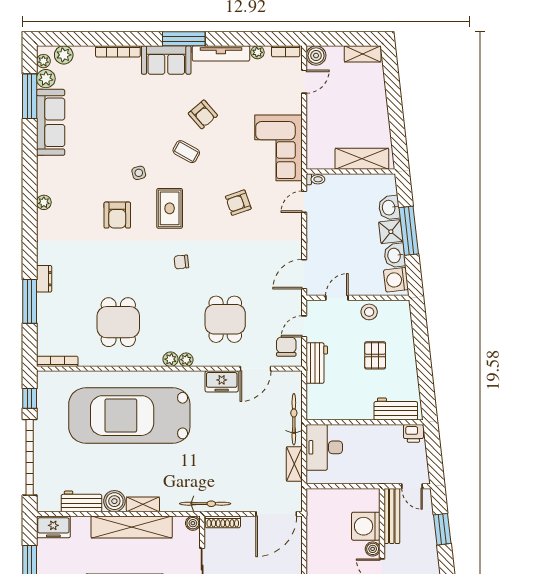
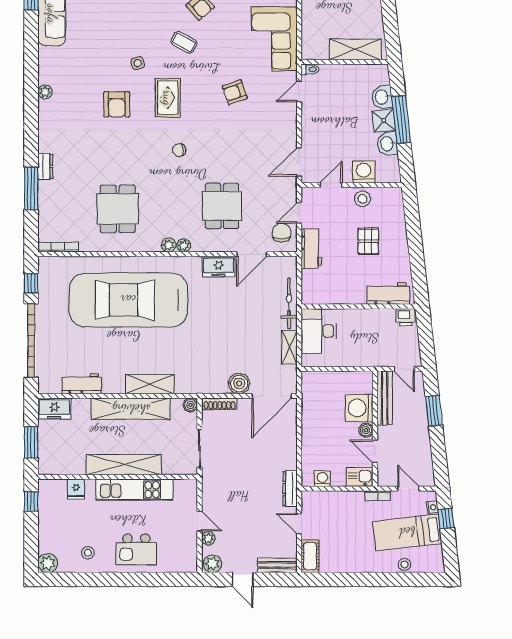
washing machine: (396, 280) -> (364, 172), moved, turned 96
boiler: (114, 501) -> (239, 383), moved
shelving: (143, 504) -> (150, 384), width x1.50, depth x1.33
bicycle: (205, 504) -> (202, 386), removed

